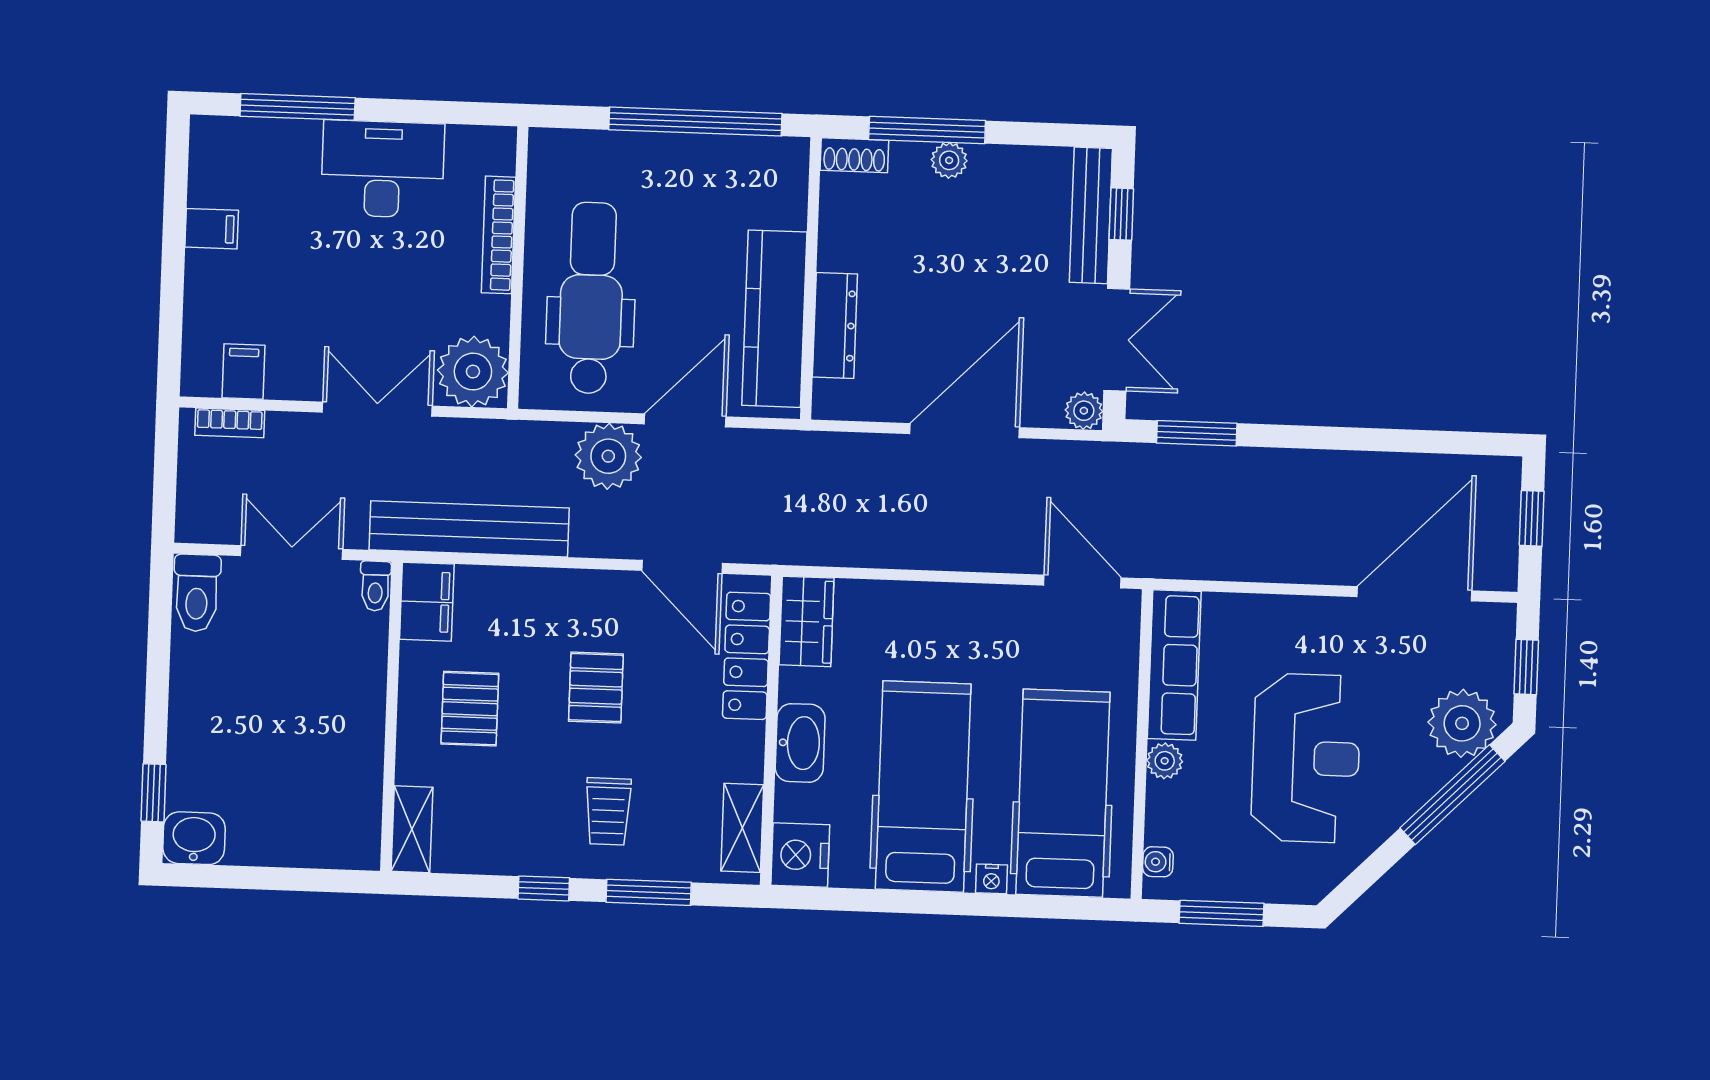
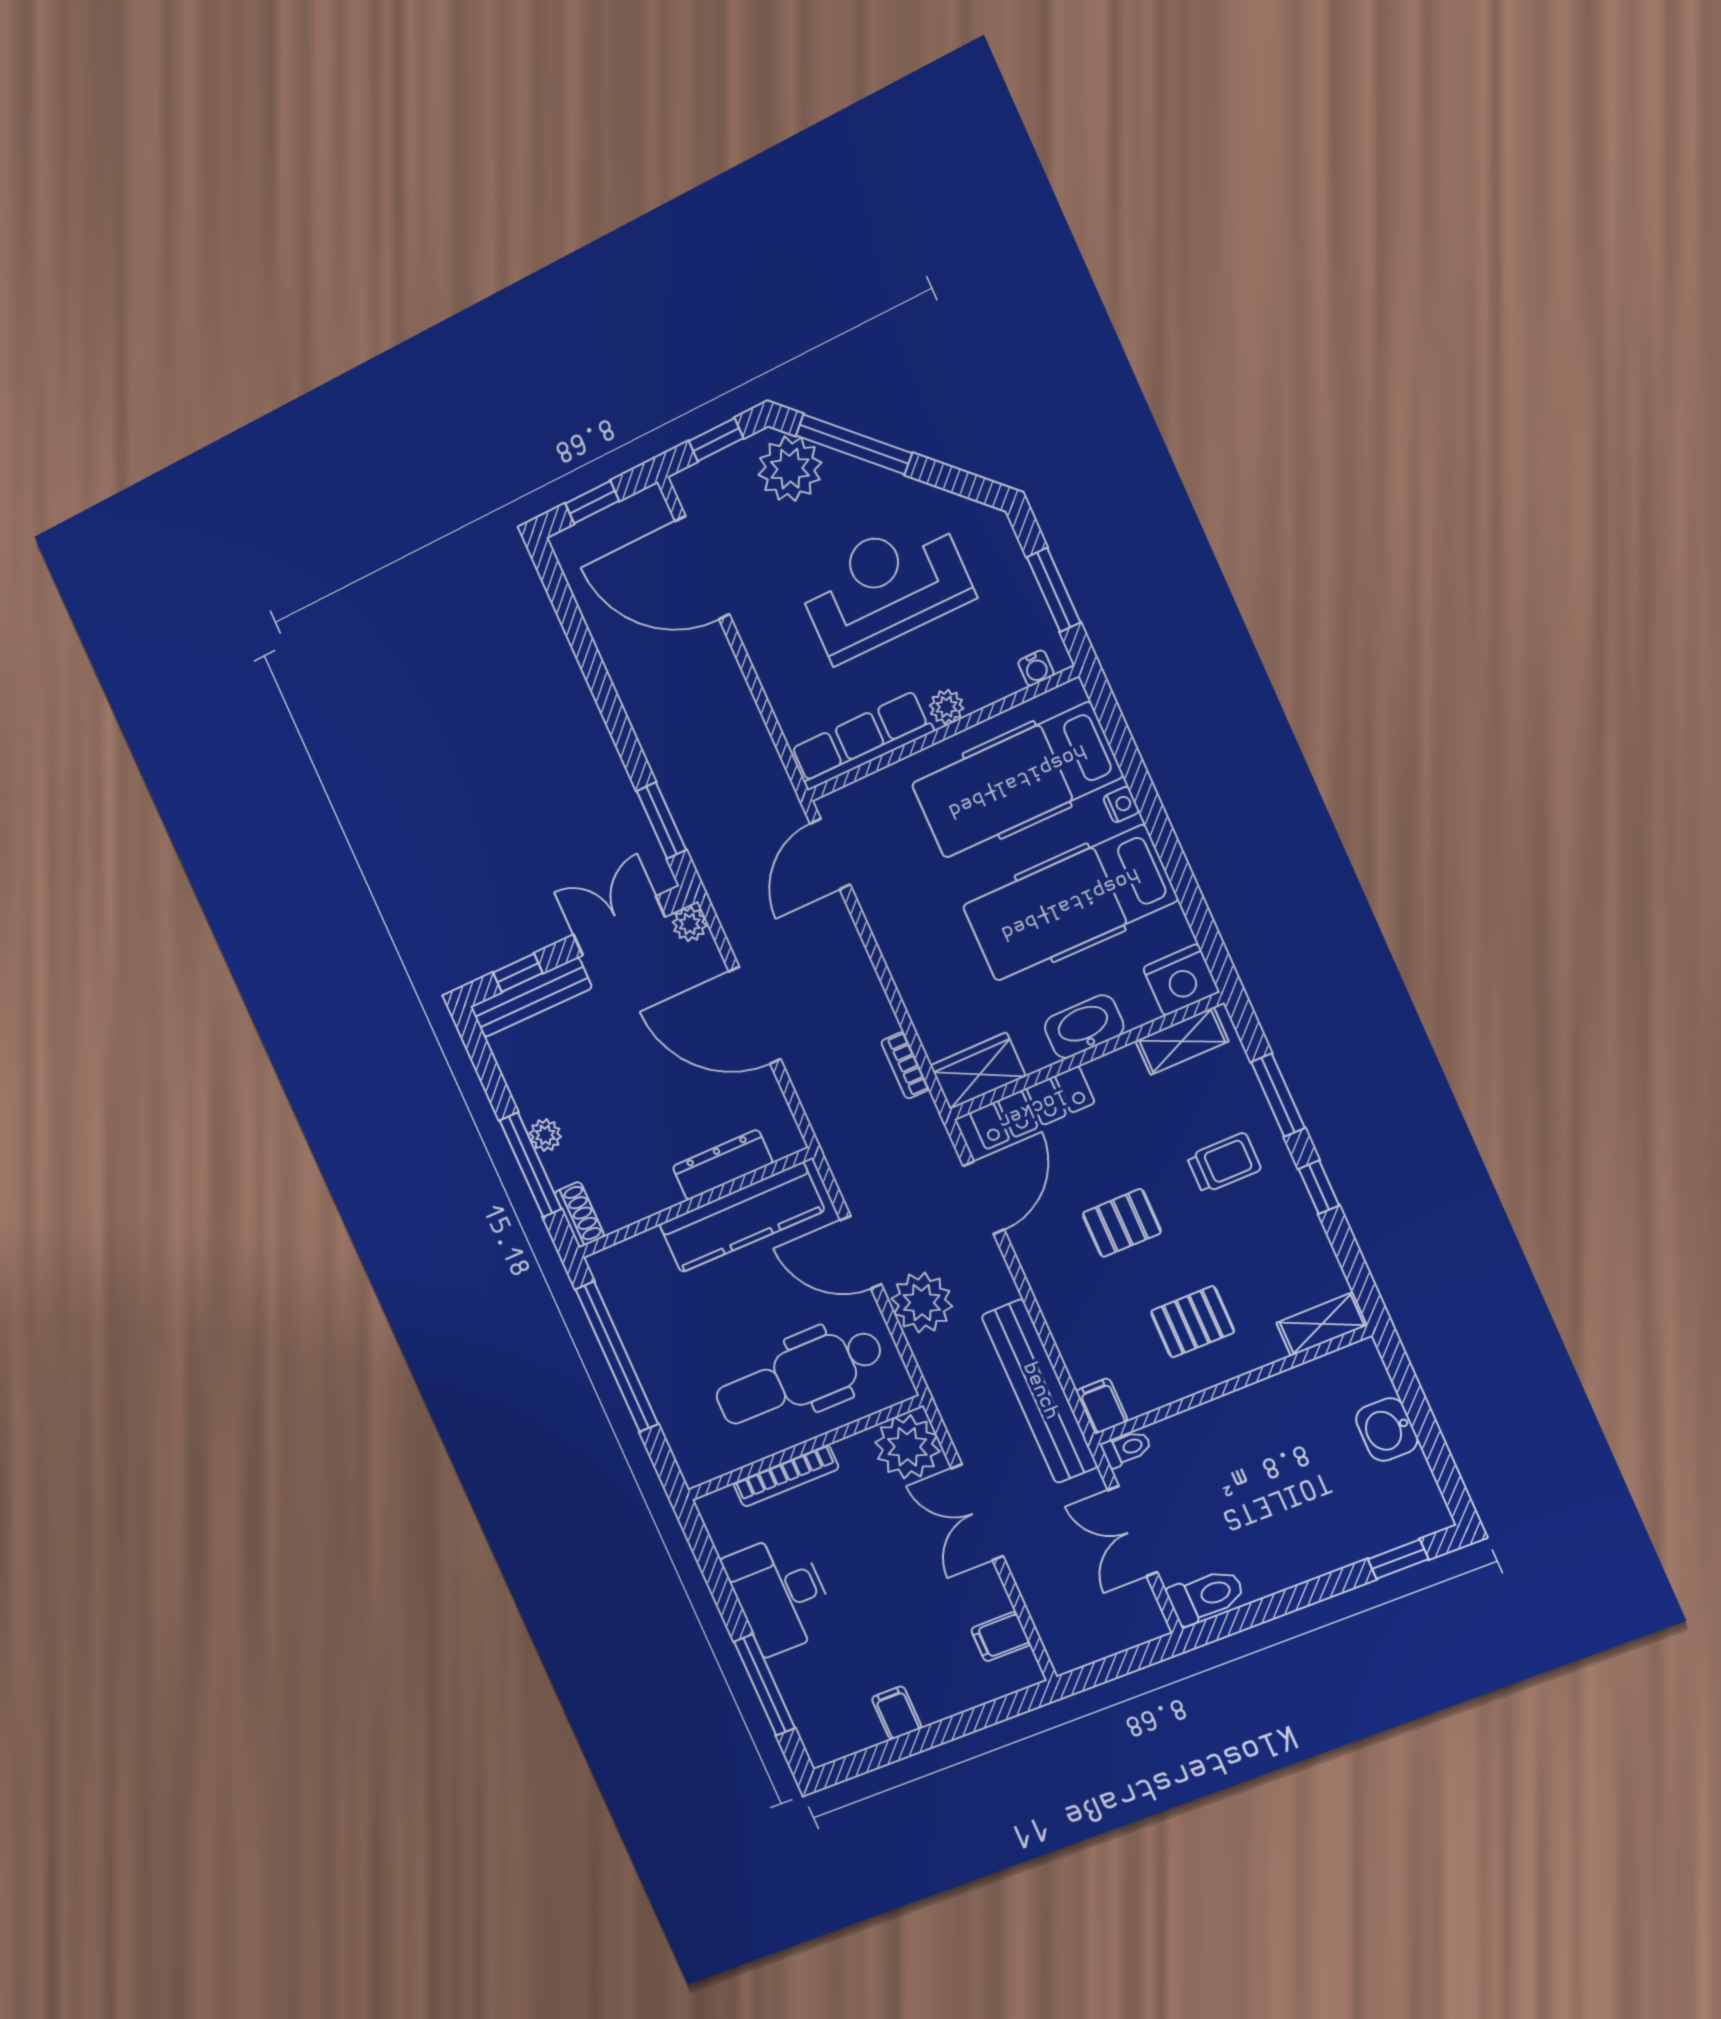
bookcase: (230, 423) -> (905, 1065), moved, turned 180
filing cabinet: (427, 602) -> (1102, 1406), width x0.50
washbasin: (194, 838) -> (1387, 1429), moved

